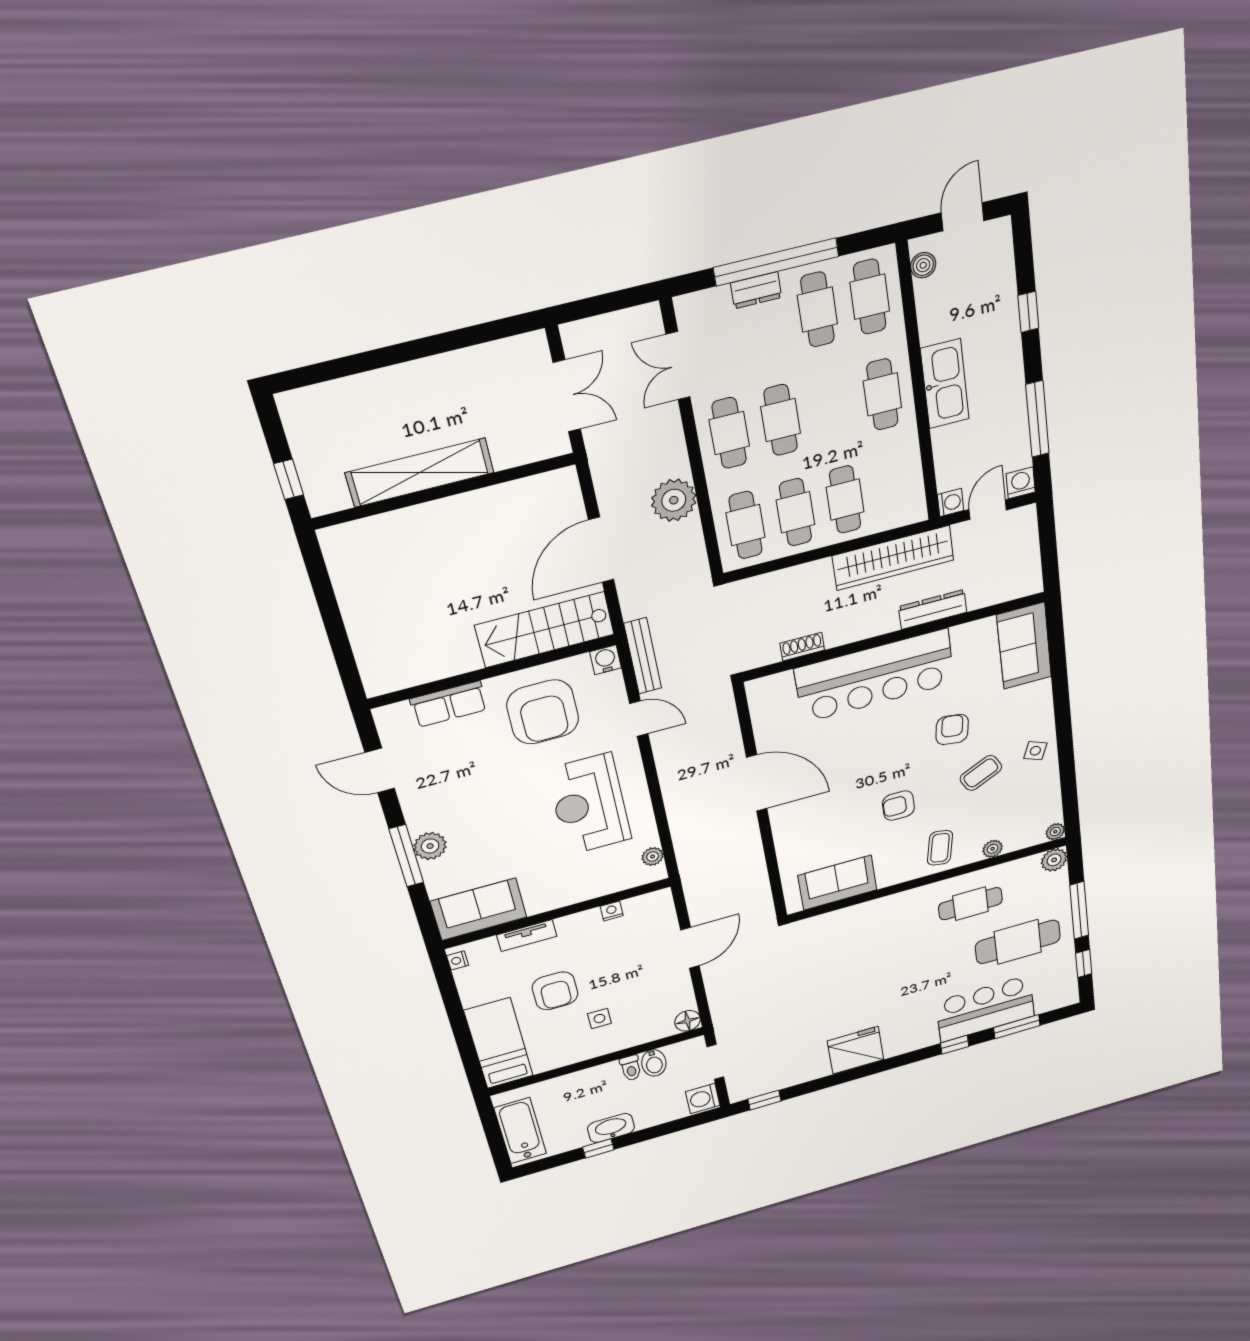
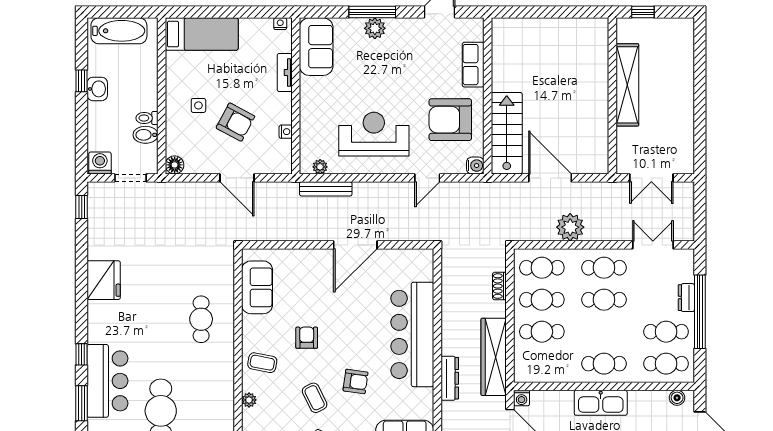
shoe rack: (802, 647) -> (499, 286), moved, turned 180
bench: (643, 656) -> (326, 189), moved
cafe table: (970, 904) -> (201, 319), moved
armchair: (555, 991) -> (235, 122), moved, turned -152
washbasin: (611, 1128) -> (97, 89), width x0.72

